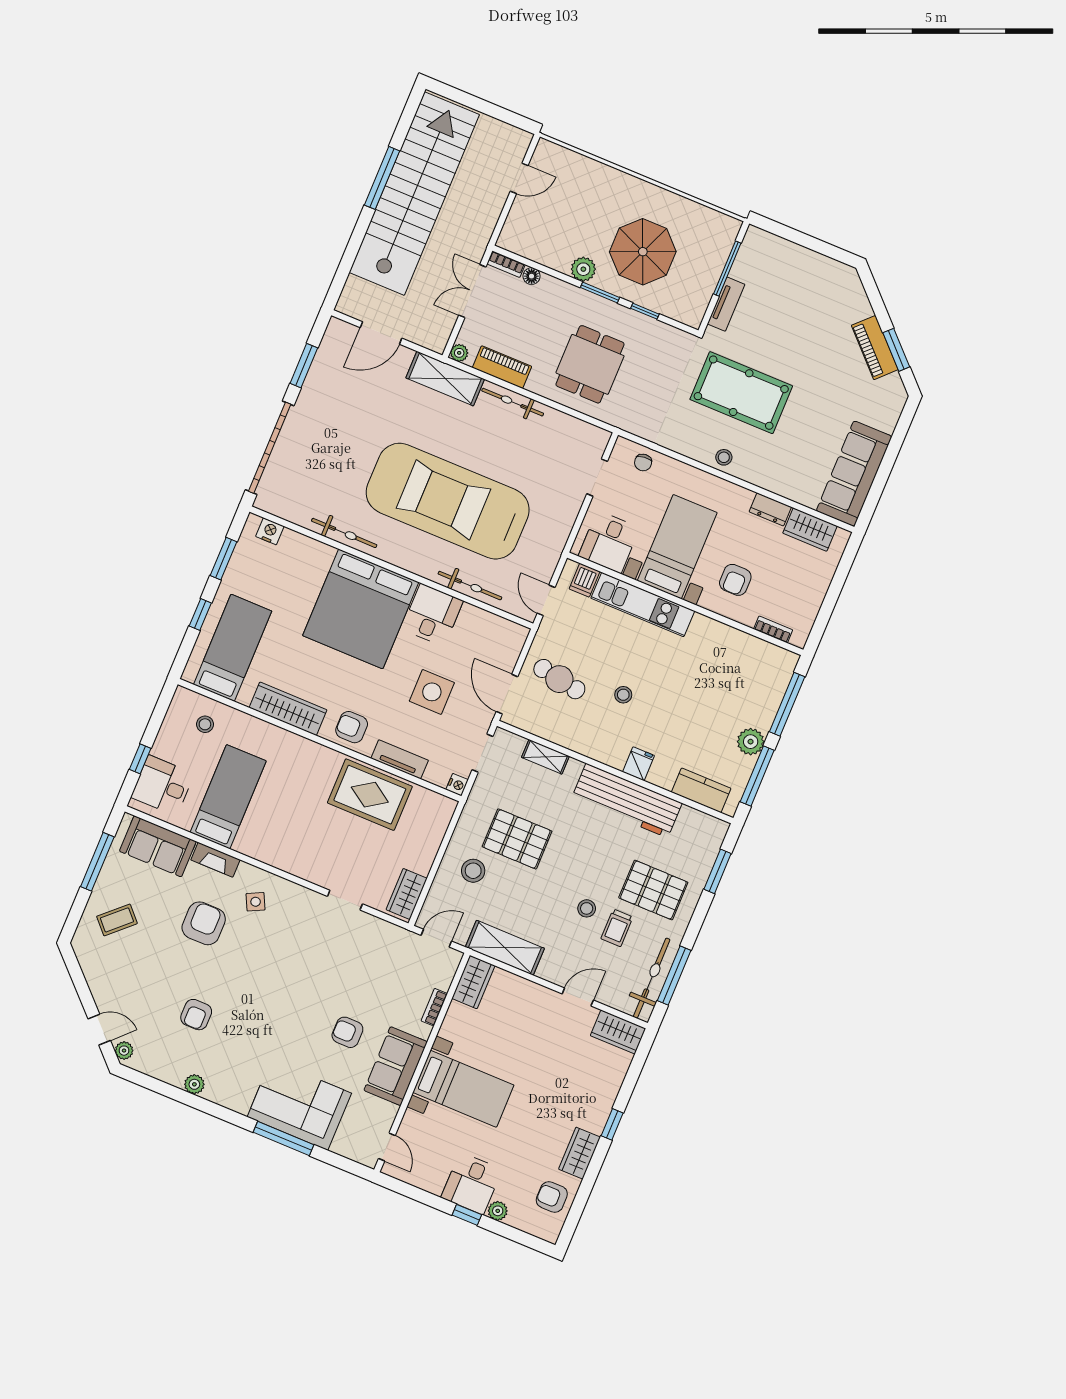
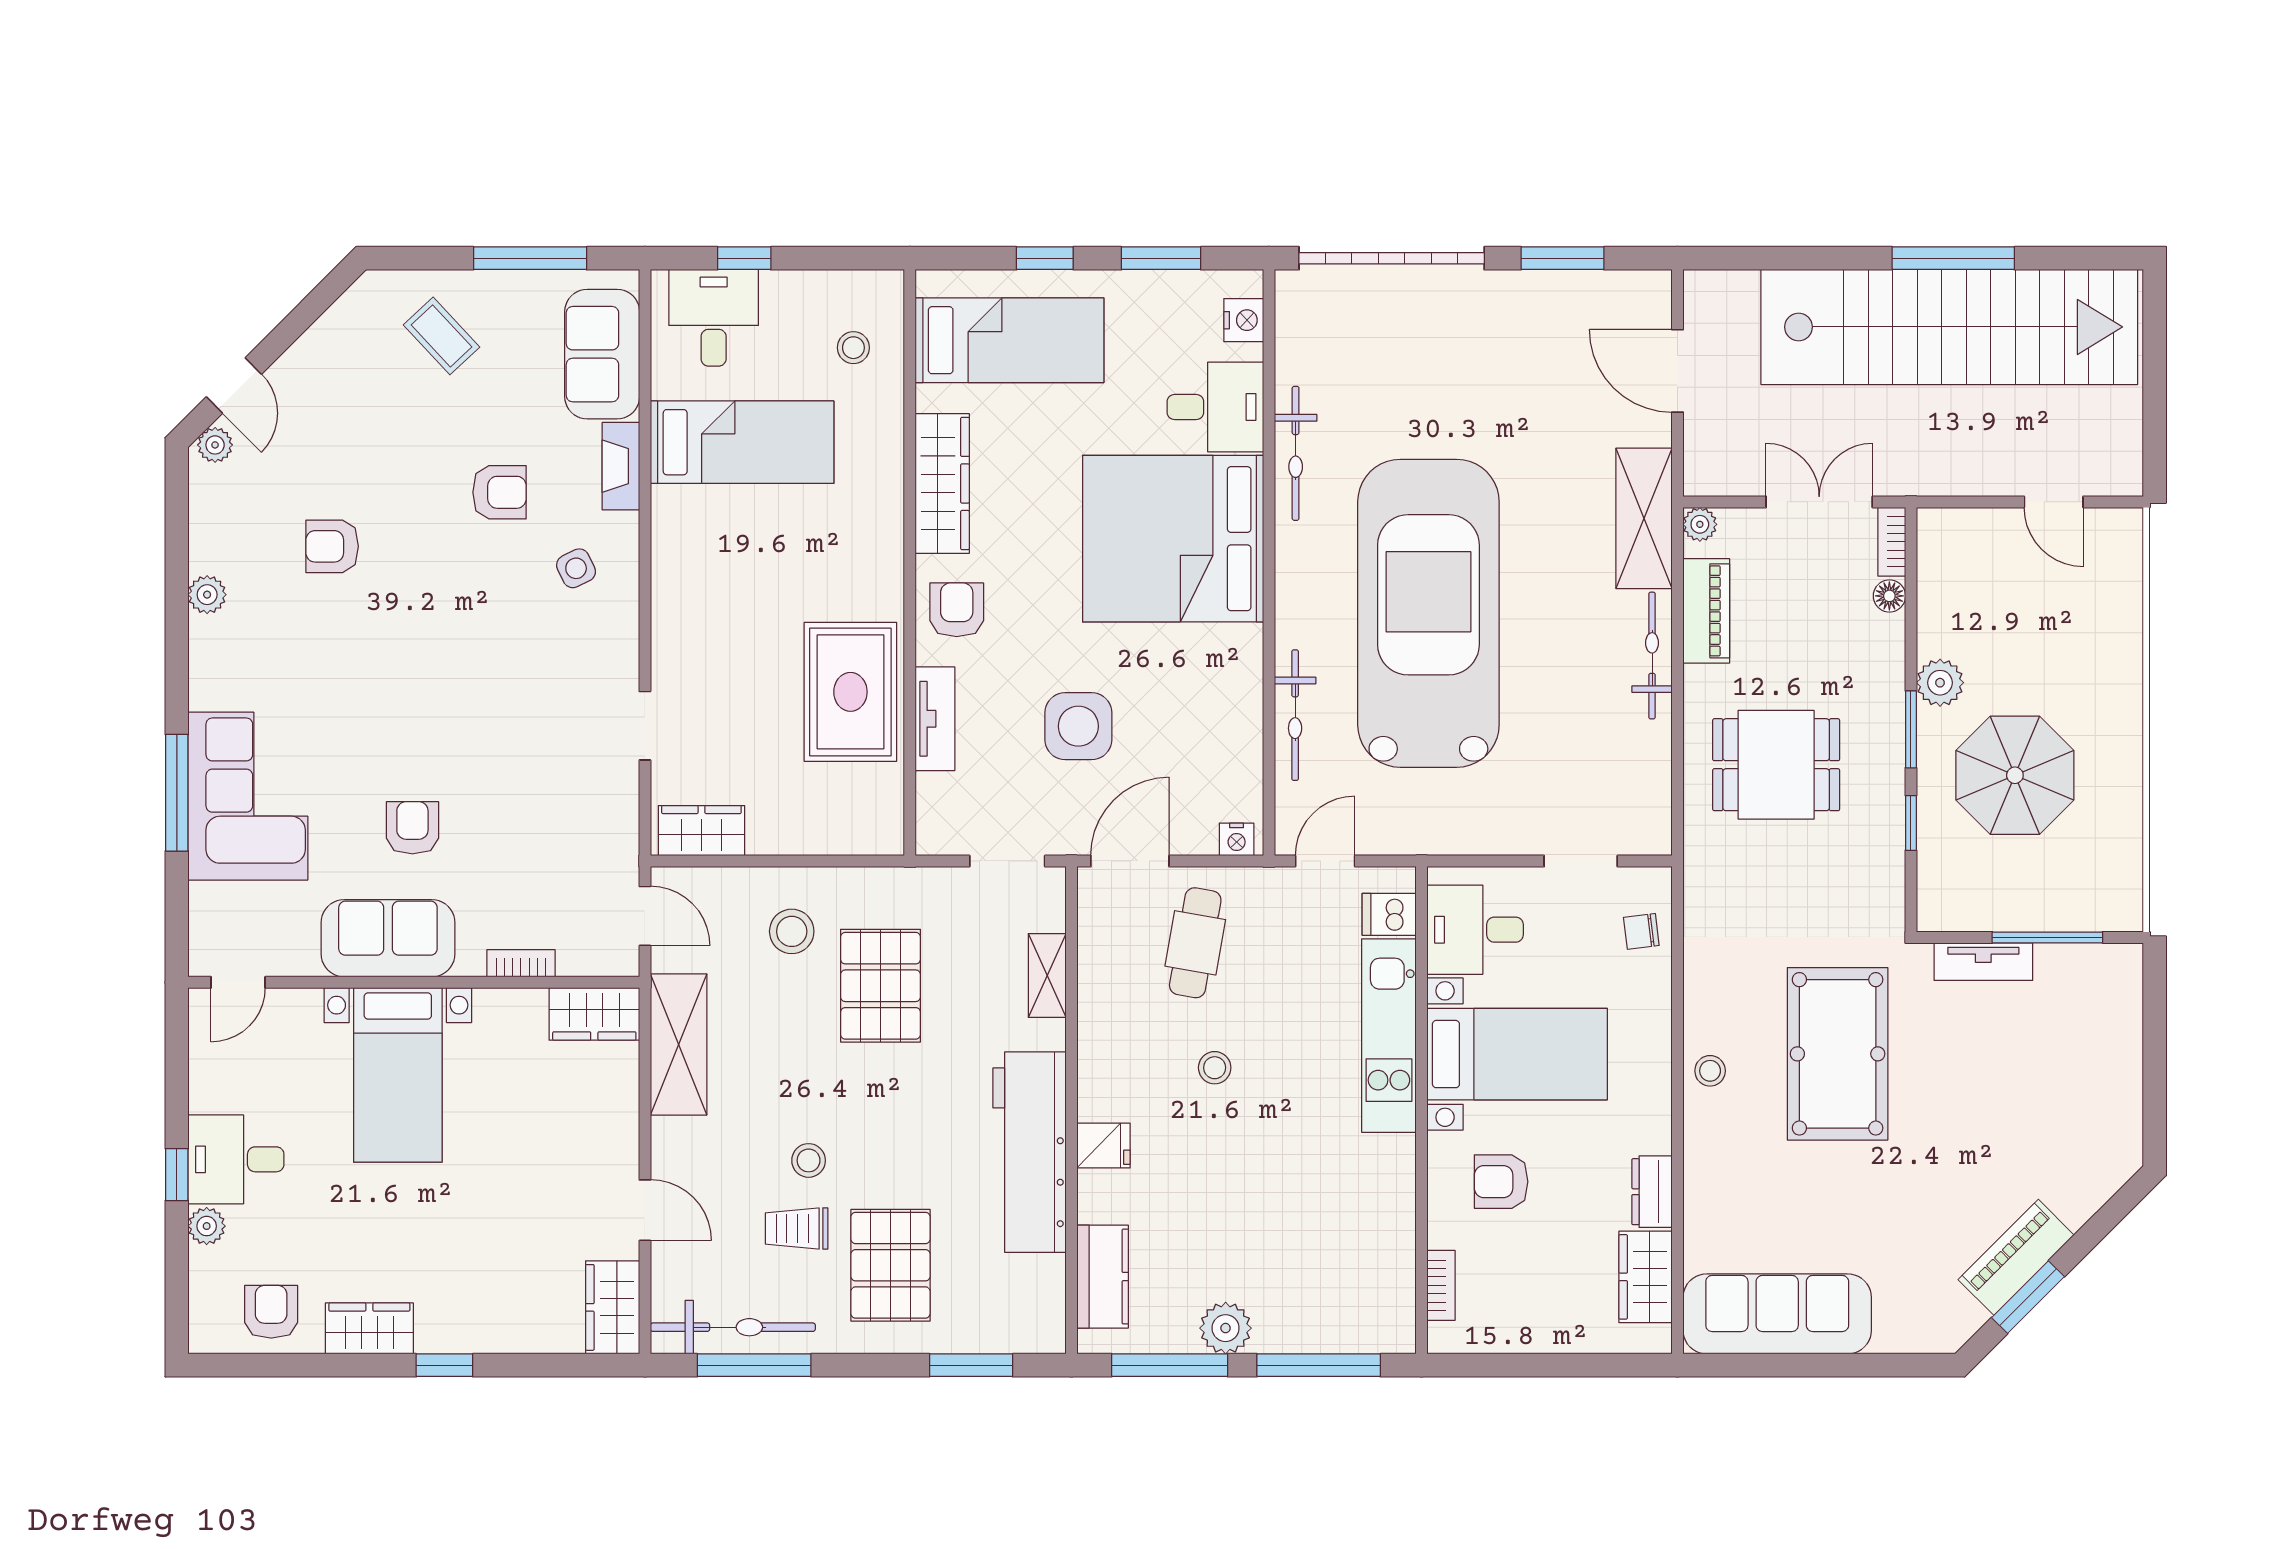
desk: (432, 615) -> (1215, 407), moved
nightstand: (457, 785) -> (1237, 839), moved
armchair: (204, 923) -> (499, 492), width x0.72, depth x0.72

